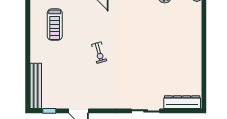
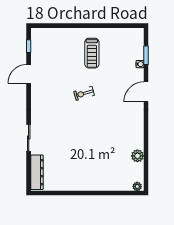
treadmill: (55, 25) -> (92, 53), moved, turned -90
bench: (36, 86) -> (52, 33), removed

